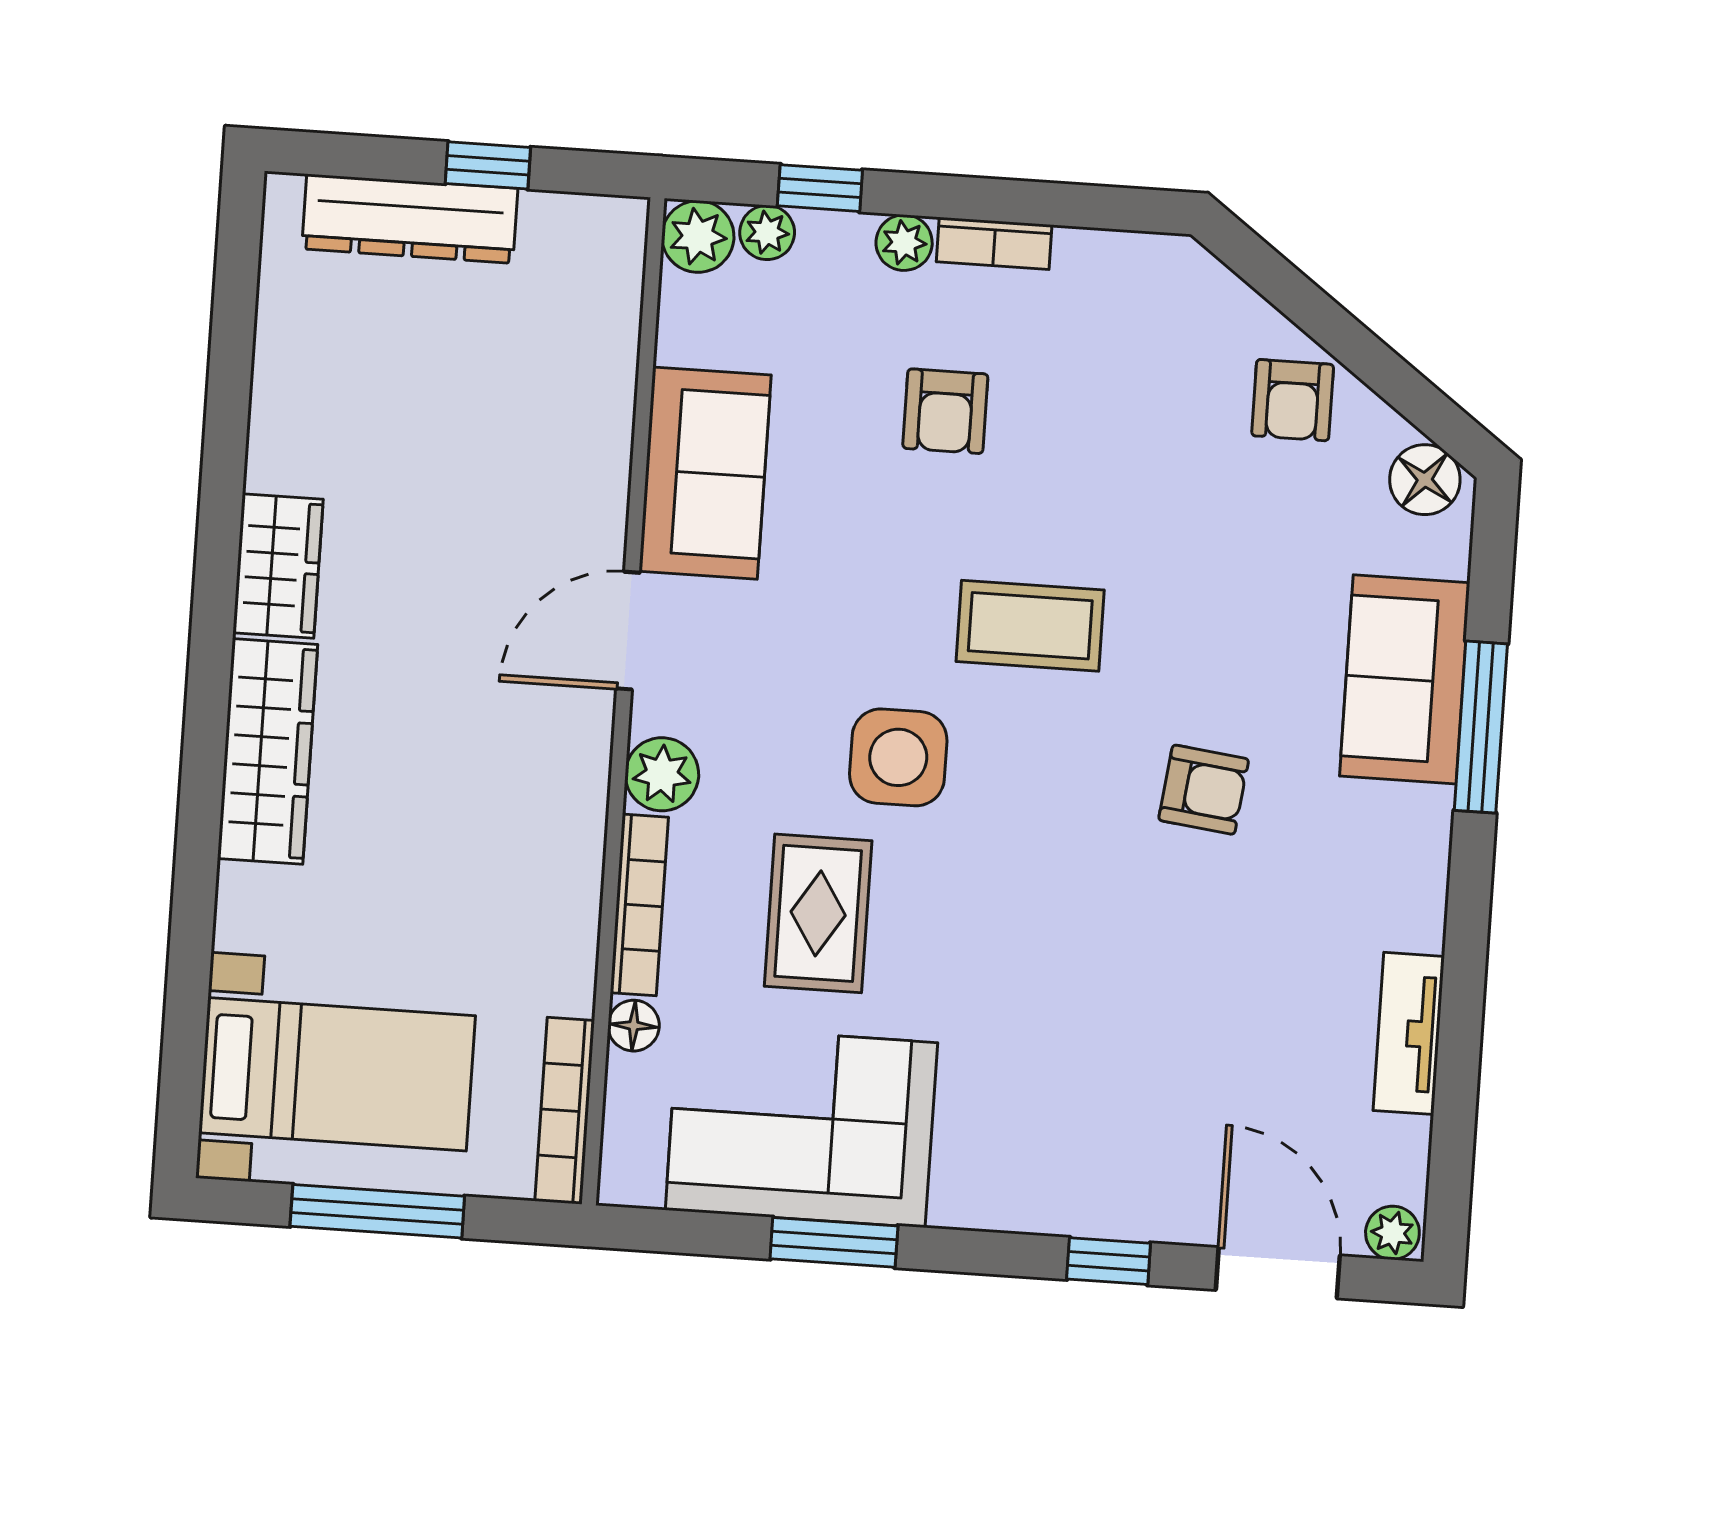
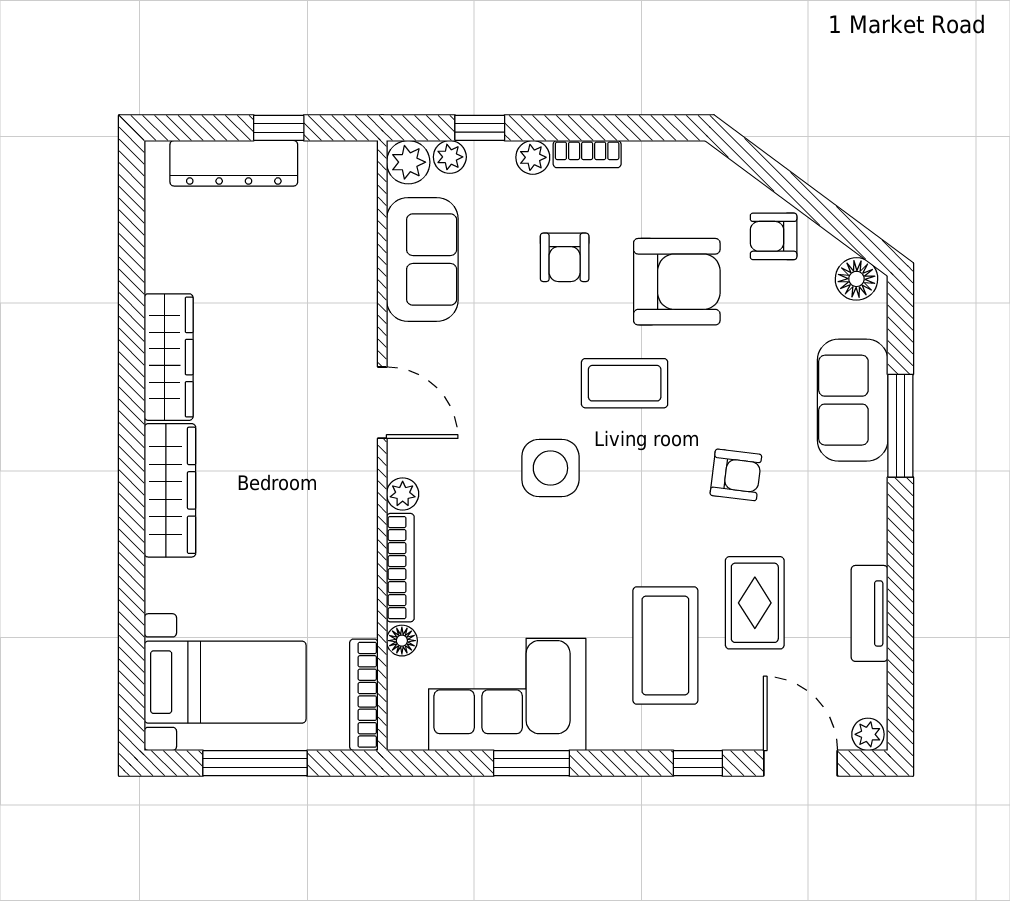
armchair: (1293, 400) -> (774, 236), turned 90
armchair: (1128, 464) -> (677, 282), added
sofa: (705, 473) -> (422, 260), moved
wardrobe: (278, 566) -> (169, 357), width x1.50
door: (628, 631) -> (382, 403), swing flipped
plant: (662, 774) -> (403, 494), width x0.73, depth x0.73
rug: (818, 913) -> (755, 603), moved
coffee table: (1068, 1063) -> (665, 646), added

